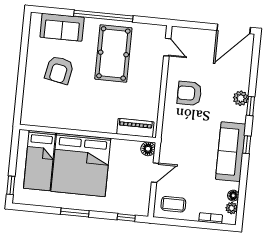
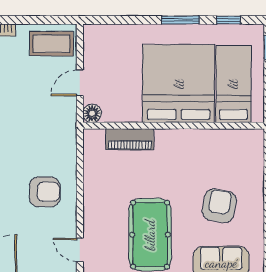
piano: (135, 128) -> (130, 139), moved
coffee table: (173, 204) -> (51, 44), width x1.36, depth x1.30
window: (126, 217) -> (228, 20), moved

